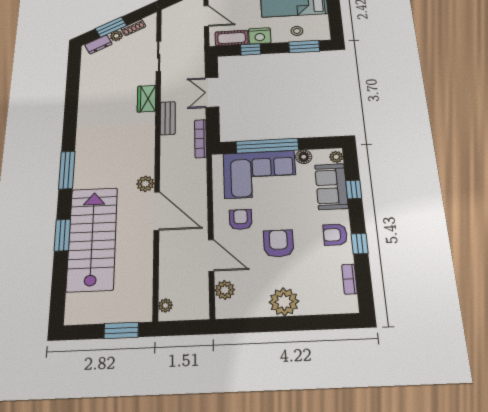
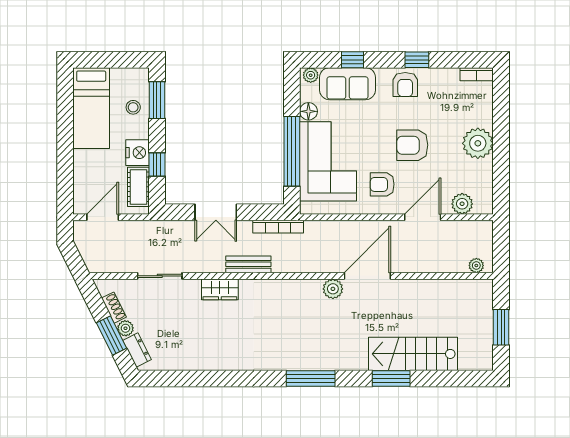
stairs: (92, 239) -> (413, 354), width x0.73, depth x0.66
bookcase: (349, 279) -> (477, 74), moved
window: (121, 330) -> (501, 327), moved

